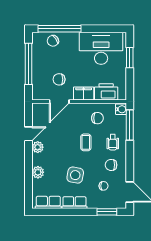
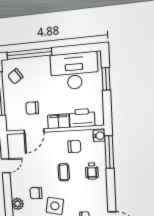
chair: (53, 41) -> (15, 76), moved
plant: (38, 147) -> (16, 179), removed
chair: (111, 165) -> (36, 193), moved

